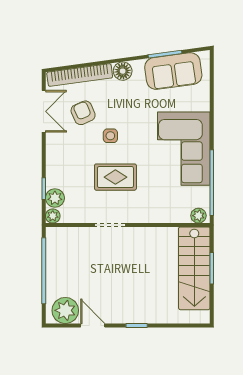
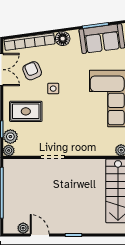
rug: (115, 177) -> (26, 111), moved
plant: (65, 310) -> (23, 228), width x0.53, depth x0.53

